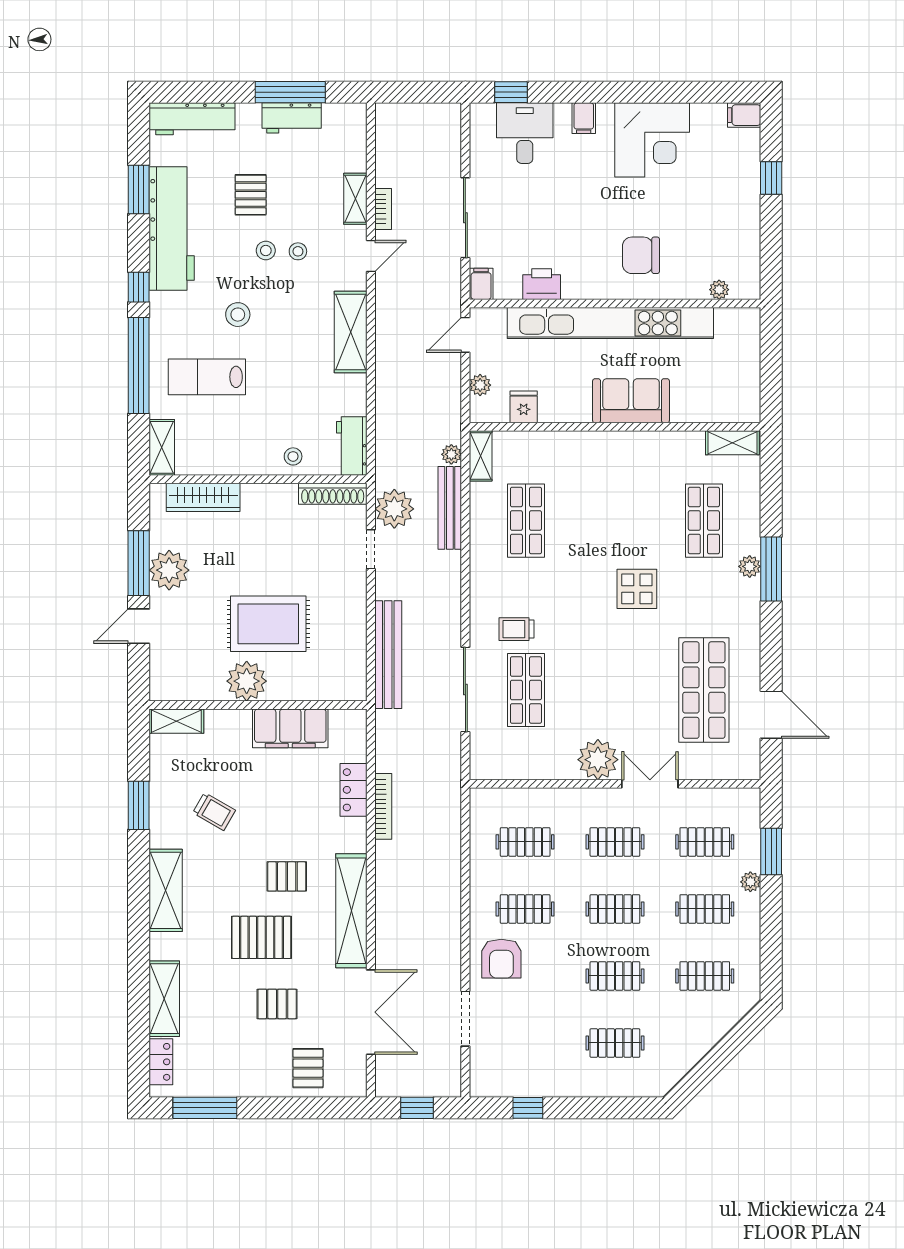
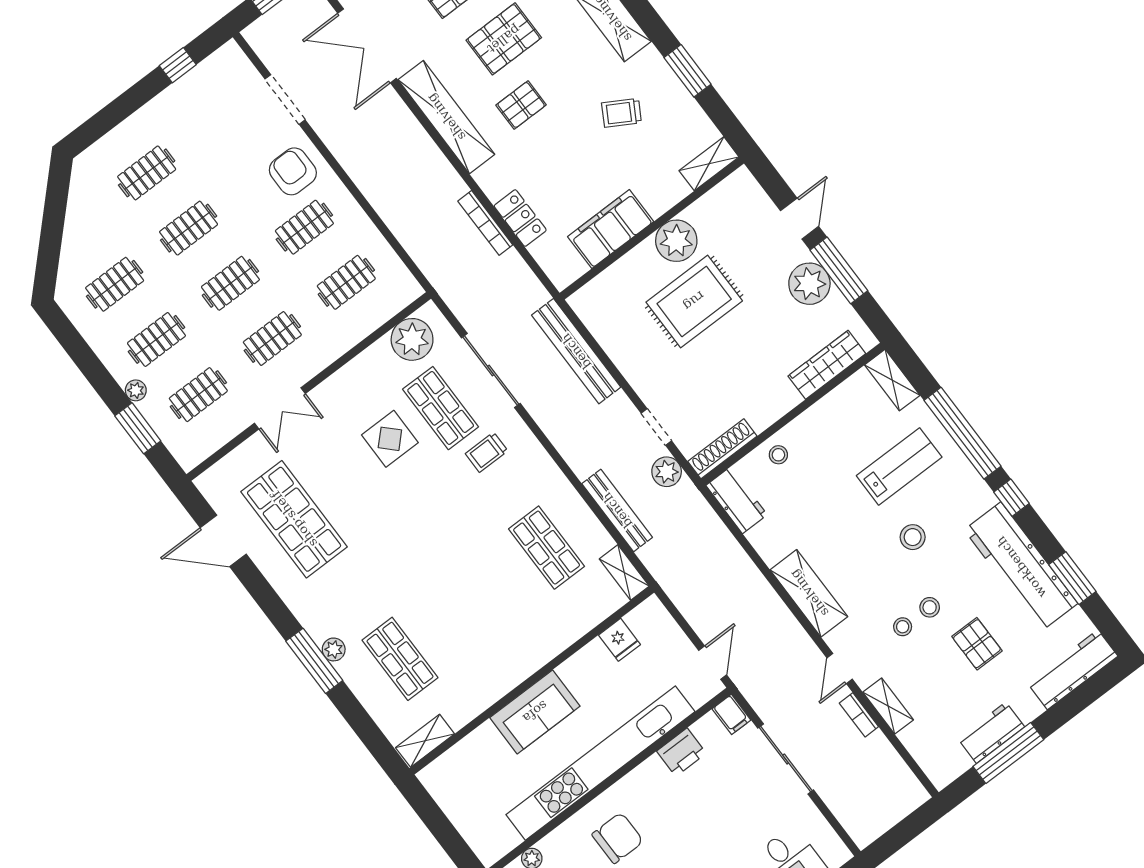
plant: (480, 385) -> (669, 631), removed
plant: (451, 454) -> (649, 556), removed
plant: (394, 509) -> (667, 472), width x0.73, depth x0.73
display table: (637, 589) -> (390, 439), moved
trolley: (516, 629) -> (487, 452), turned 180
plant: (598, 760) -> (412, 339), moved

